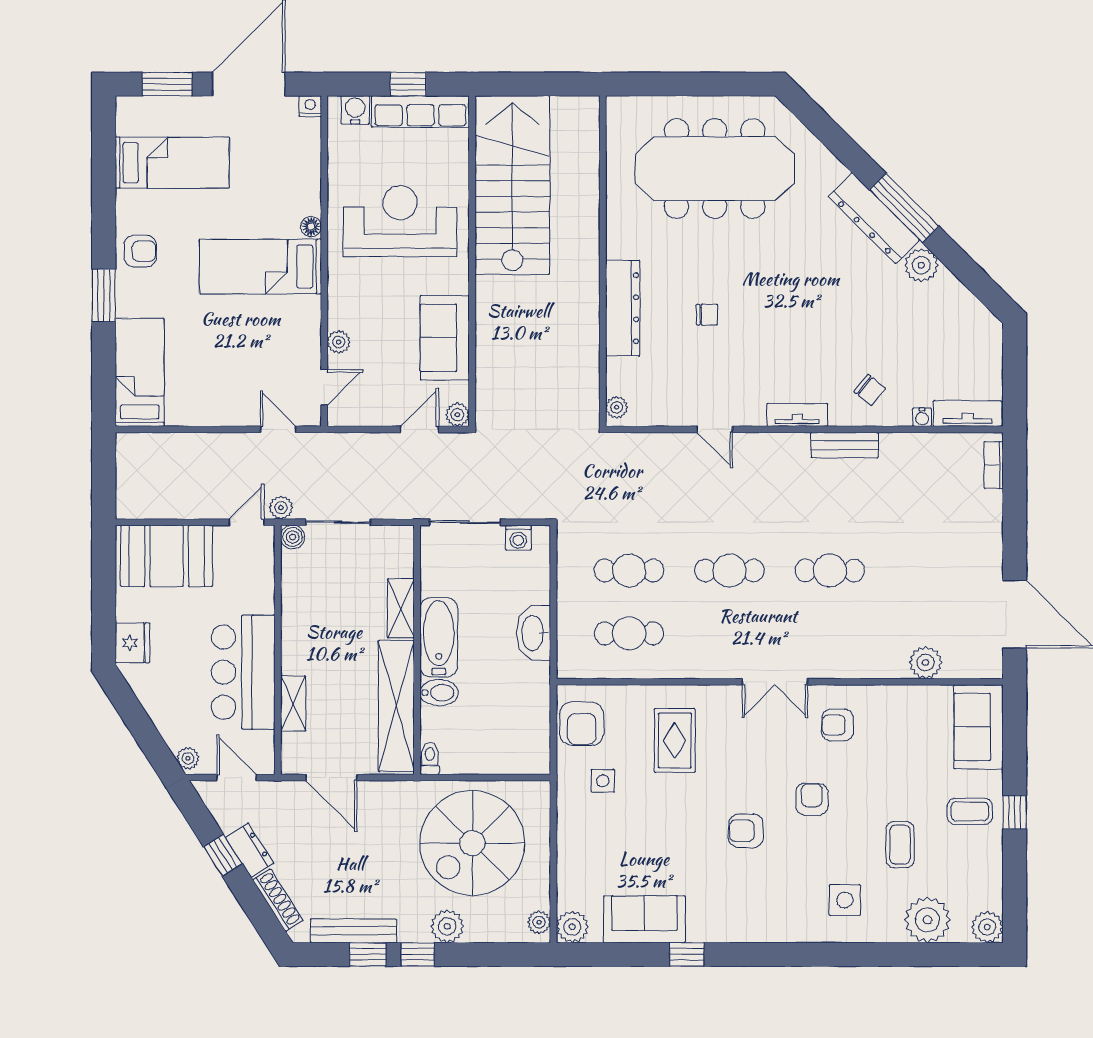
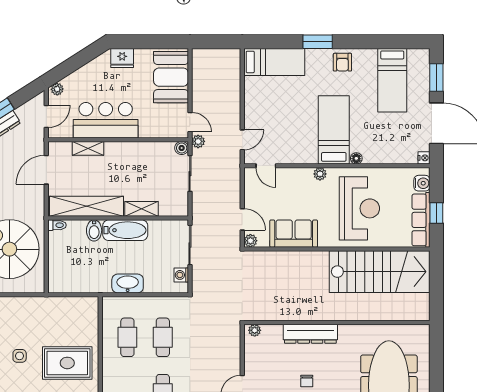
plant: (339, 342) -> (320, 174), moved
armchair: (582, 724) -> (77, 311), removed
rug: (675, 740) -> (67, 363), width x1.36, depth x1.43
side table: (603, 781) -> (20, 356), moved

